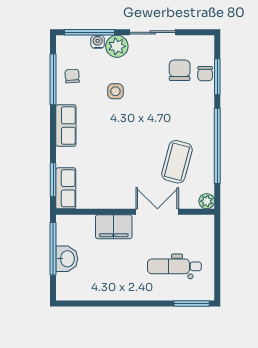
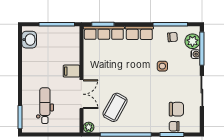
plant: (117, 46) -> (192, 41), moved
coffee table: (177, 162) -> (115, 107), turned -76
row of seats: (66, 188) -> (104, 33), width x1.48
filing cabinet: (114, 227) -> (71, 71), width x0.50
washbasin: (67, 259) -> (29, 40), moved, turned -90

